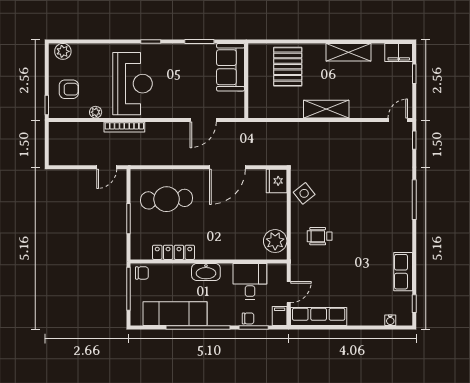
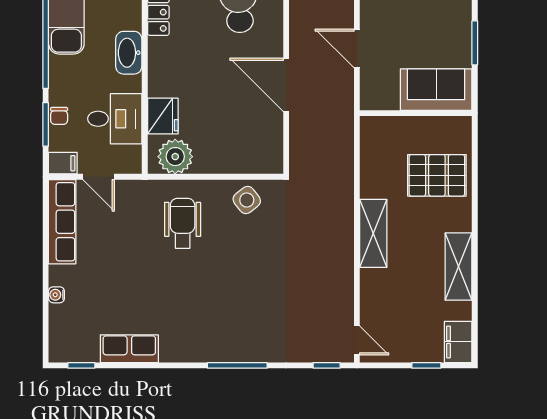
fridge: (277, 181) -> (163, 116), moved, turned 90
wheelchair: (320, 236) -> (183, 223), width x1.36, depth x1.37
water cooler: (390, 320) -> (56, 295), moved

